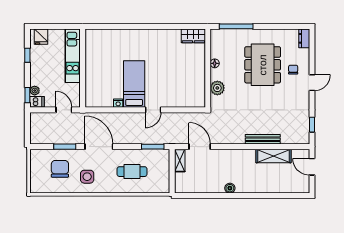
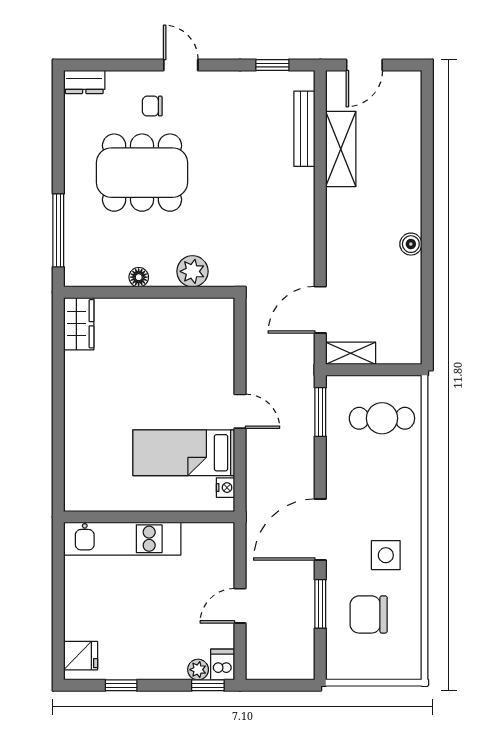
kitchen unit: (73, 56) -> (122, 539), moved
wall: (83, 68) -> (149, 517), moved
bench: (263, 139) -> (304, 129), moved
cafe table: (132, 172) -> (382, 418), moved, turned 90

